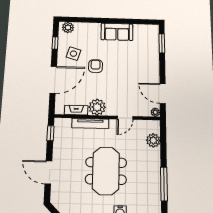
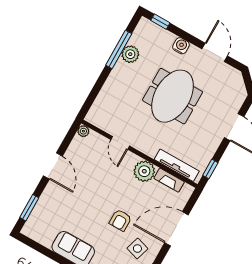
door: (163, 94) -> (53, 166), moved
door: (125, 118) -> (120, 143), swing flipped
tv unit: (90, 123) -> (177, 165), moved
plant: (153, 140) -> (130, 54), moved

